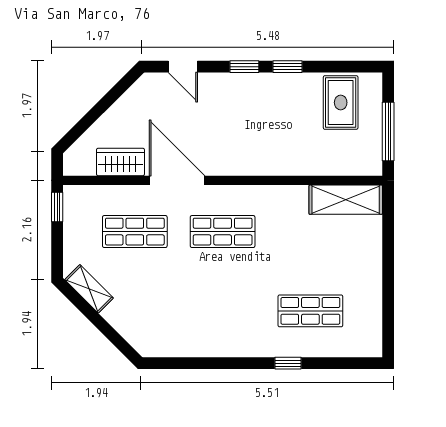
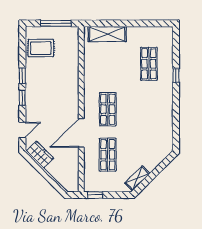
wardrobe: (120, 162) -> (40, 155), moved, turned 135
shelving: (346, 200) -> (107, 34), moved, turned 90

